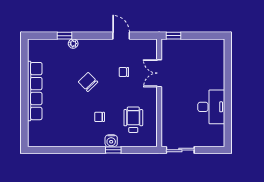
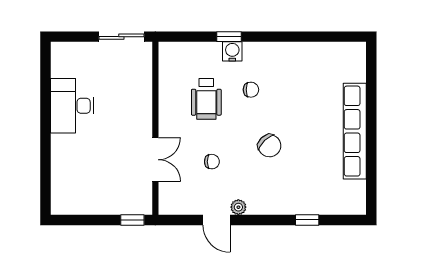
plant: (73, 44) -> (238, 207), moved
wheelchair: (133, 120) -> (206, 99), moved

